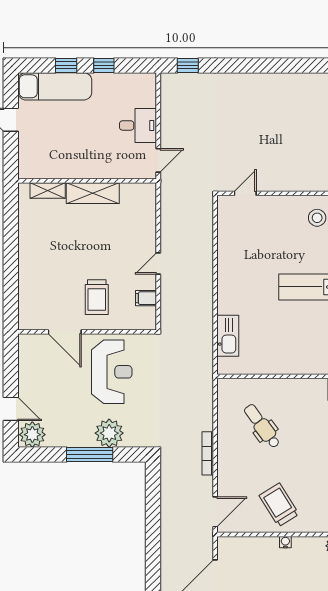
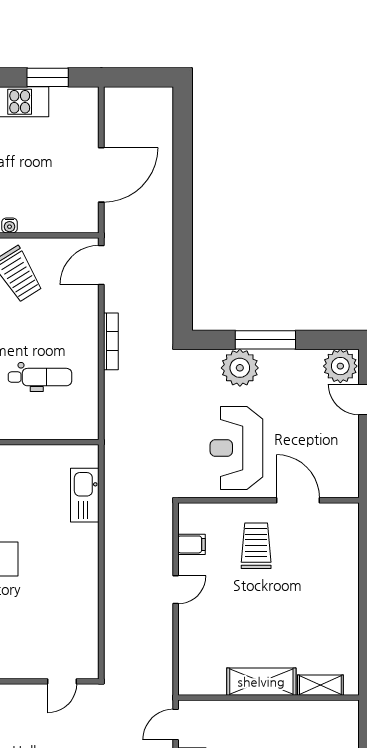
dental chair: (262, 426) -> (40, 377), turned -54

